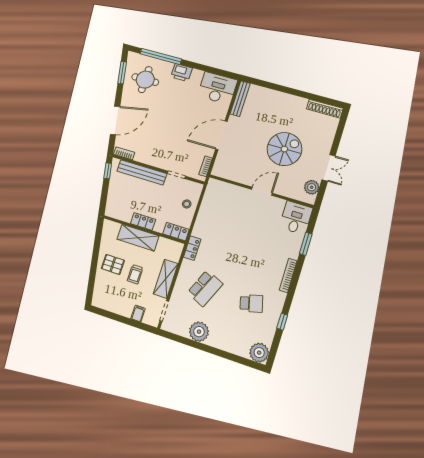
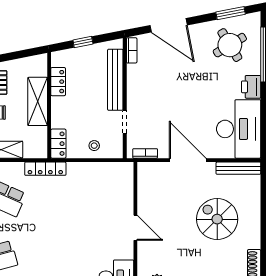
round table: (145, 80) -> (230, 45), turned -31
desk: (217, 88) -> (239, 129), width x1.36, depth x1.30
spiral stairs: (284, 149) -> (217, 219), moved, turned 180
window: (108, 171) -> (83, 42), moved
locker: (143, 221) -> (58, 82), moved
locker: (192, 248) -> (45, 169), width x1.53

